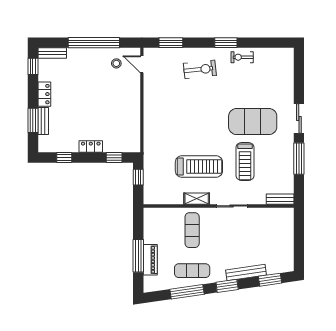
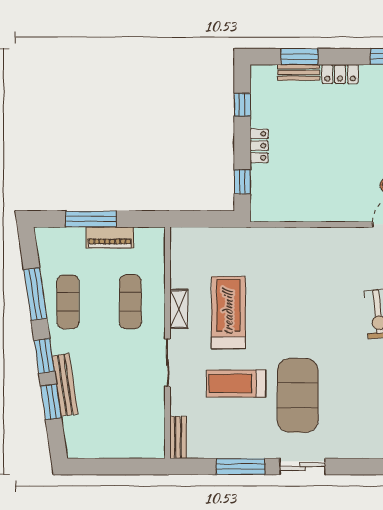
treadmill: (199, 167) -> (228, 313), turned 180
window: (138, 177) -> (212, 219), removed
exercise mat: (192, 230) -> (130, 302), turned 90
piano: (150, 260) -> (110, 237), moved
window: (270, 280) -> (51, 402), moved

